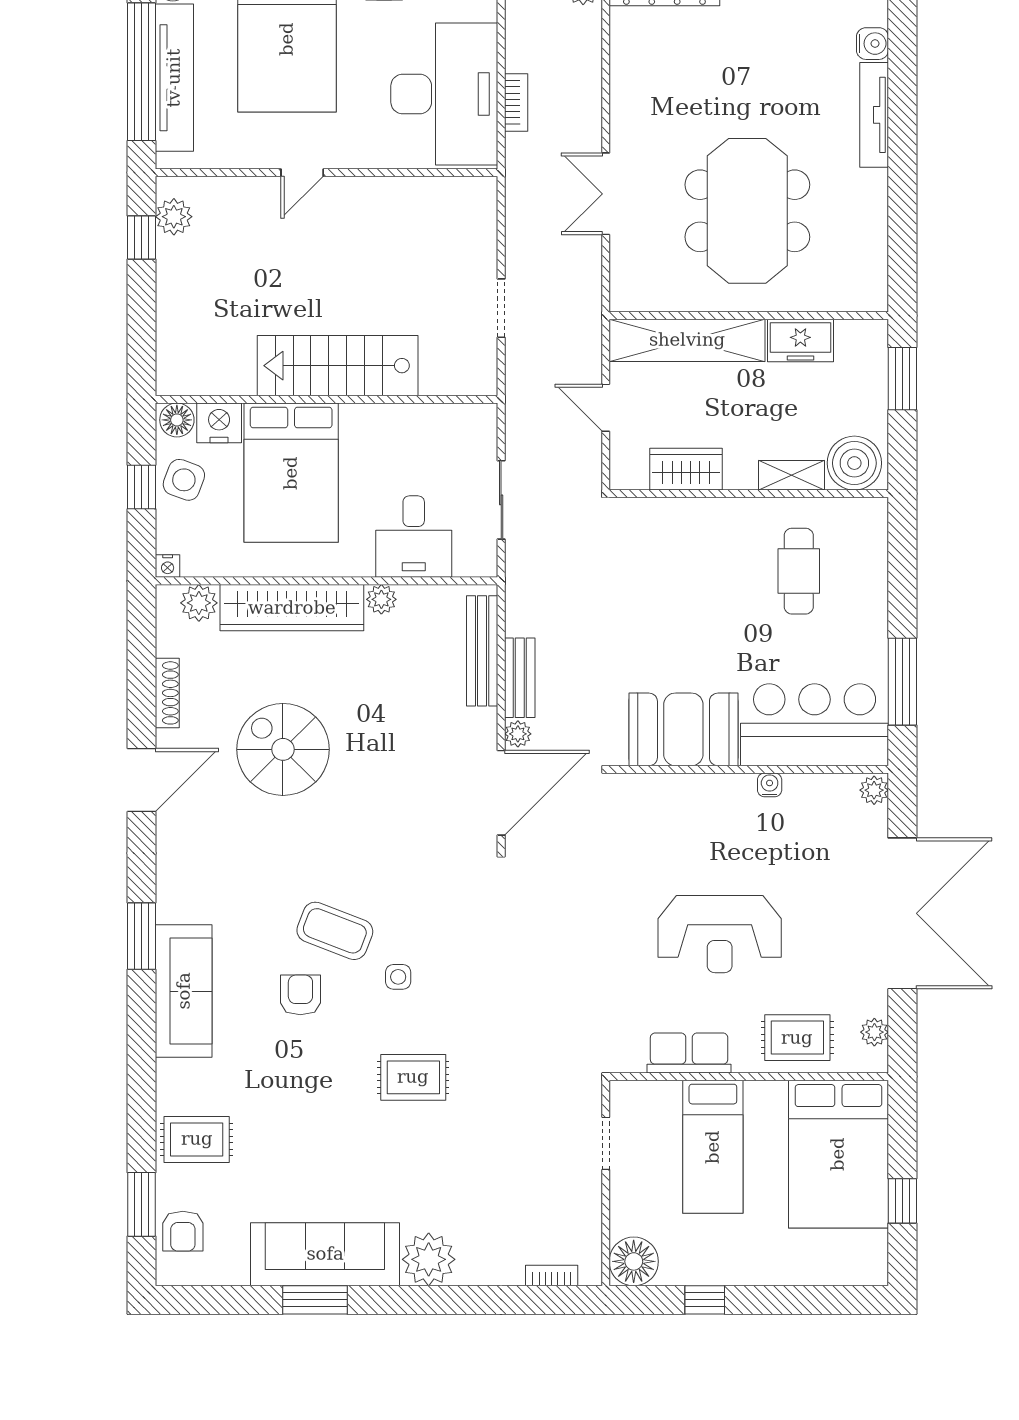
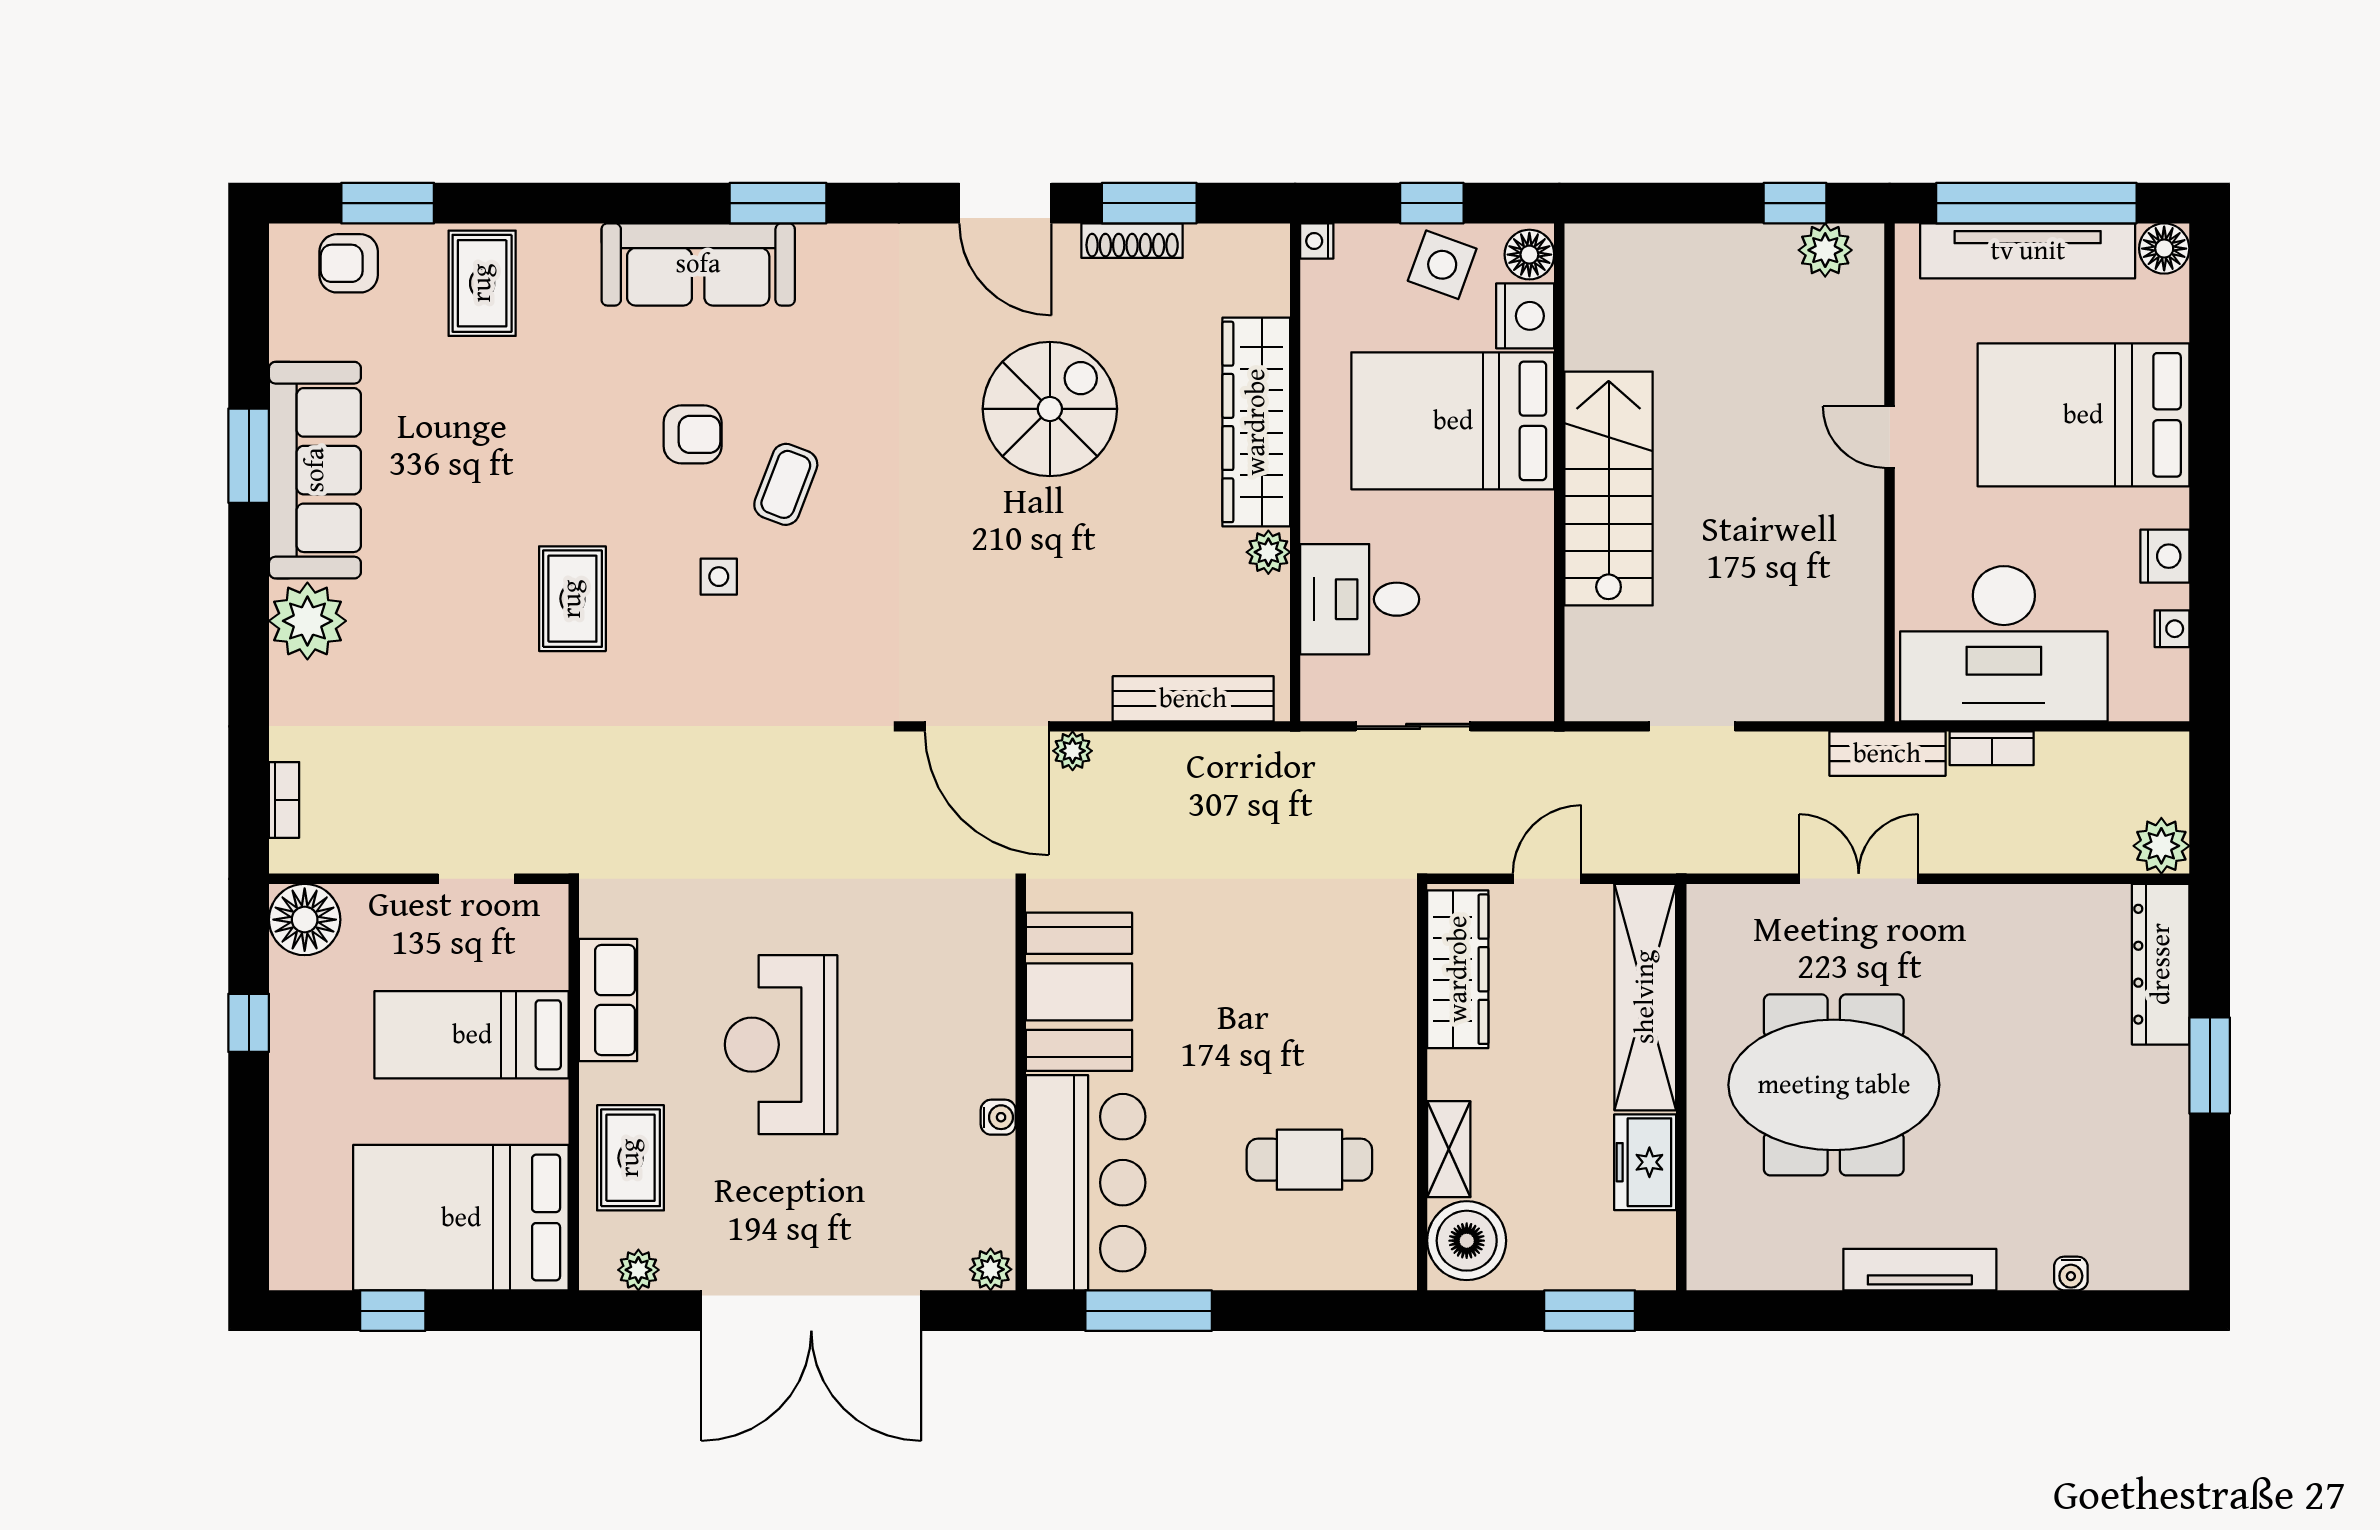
water cooler: (872, 44) -> (2071, 1273), width x0.72, depth x0.72
tv unit: (874, 115) -> (1920, 1270), moved
wardrobe: (686, 469) -> (1458, 969), width x1.50
plant: (199, 603) -> (1263, 287), removed
bench: (520, 678) -> (1887, 754), moved
window: (142, 681) -> (1149, 203), added
coffee table: (335, 931) -> (786, 484), width x0.73, depth x0.77

